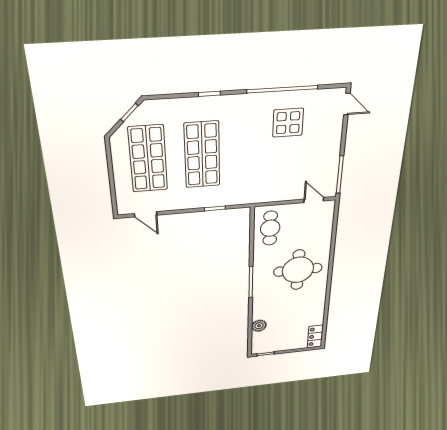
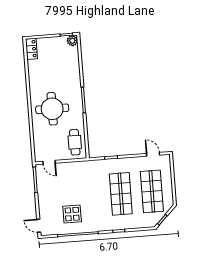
plant: (259, 326) -> (72, 41), moved

